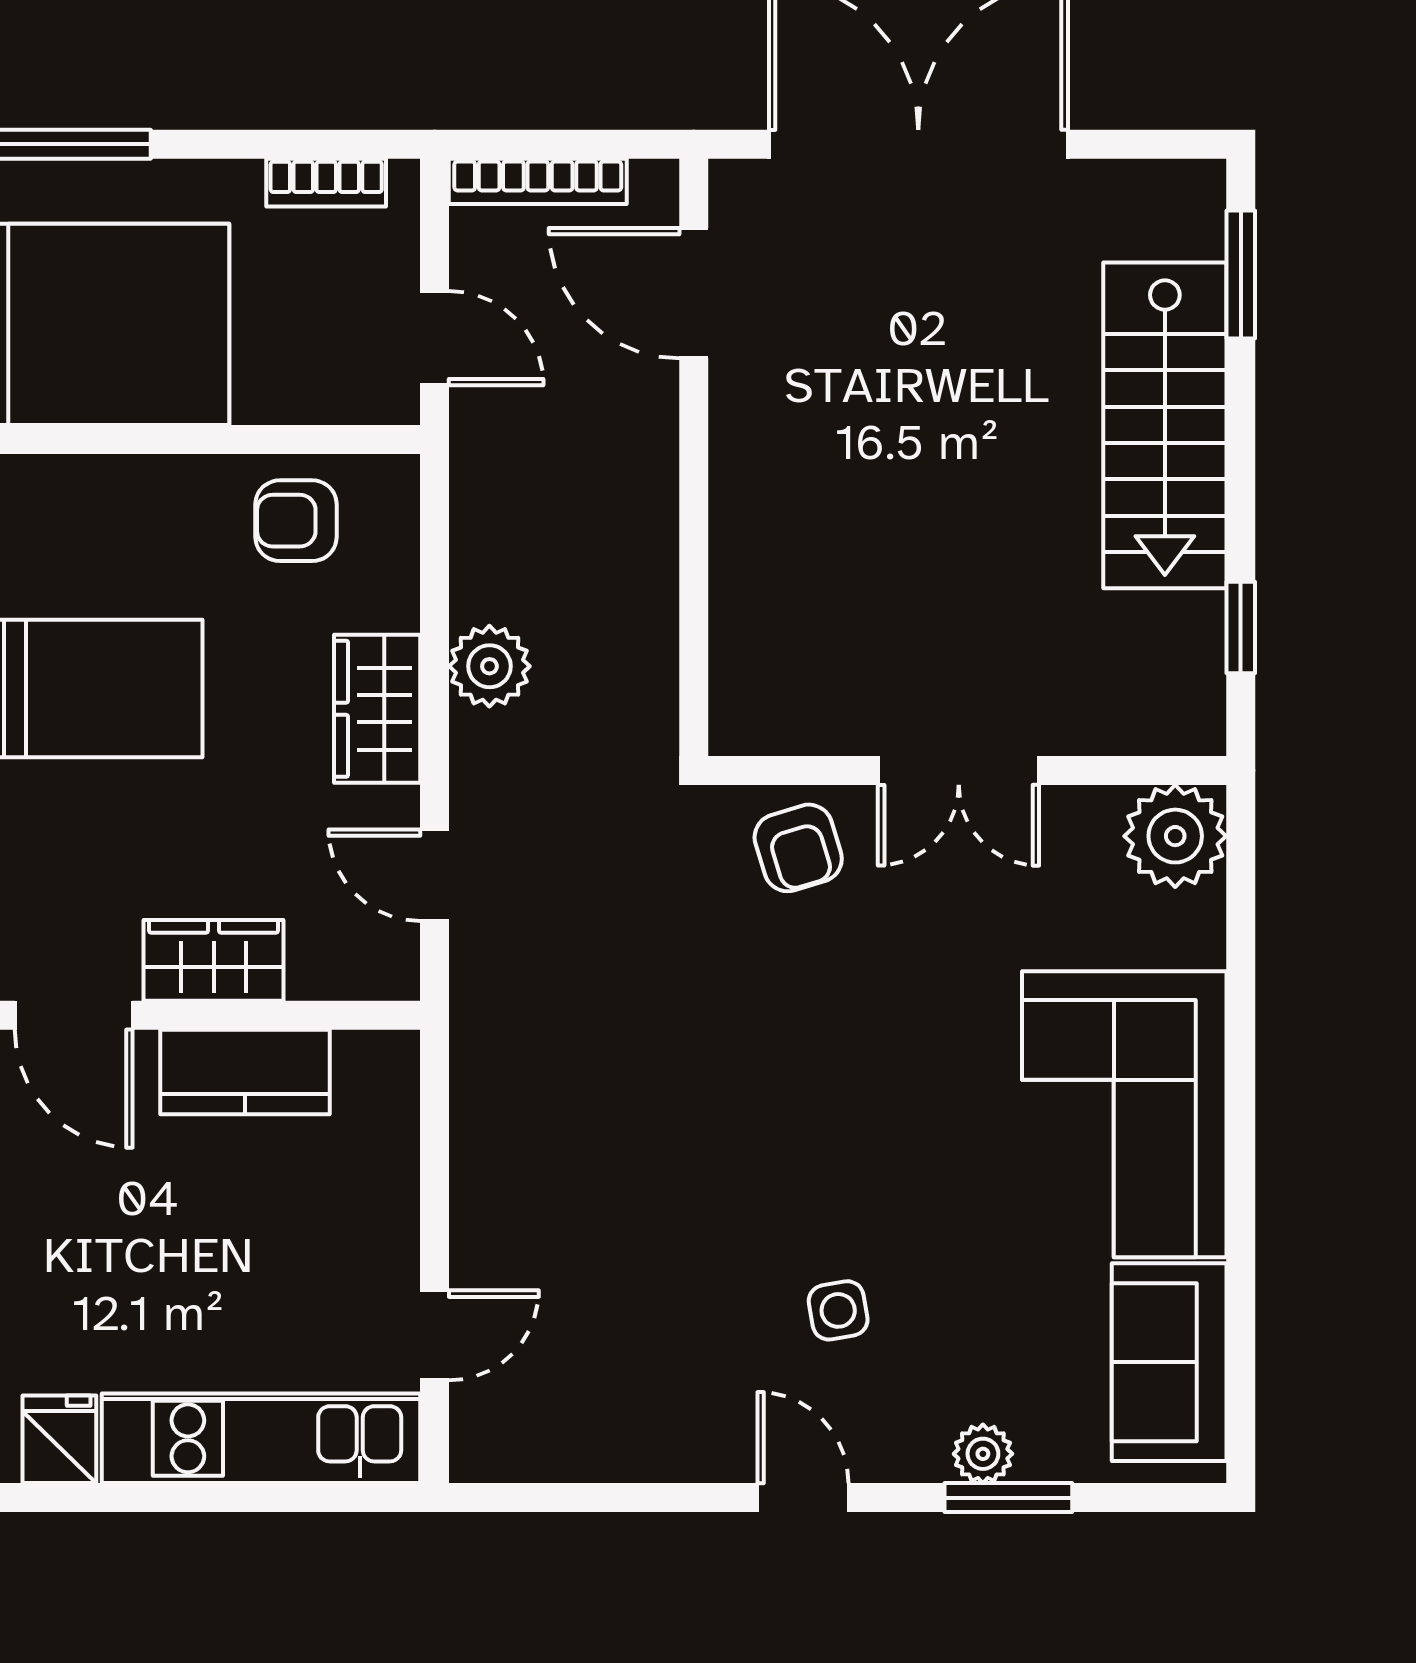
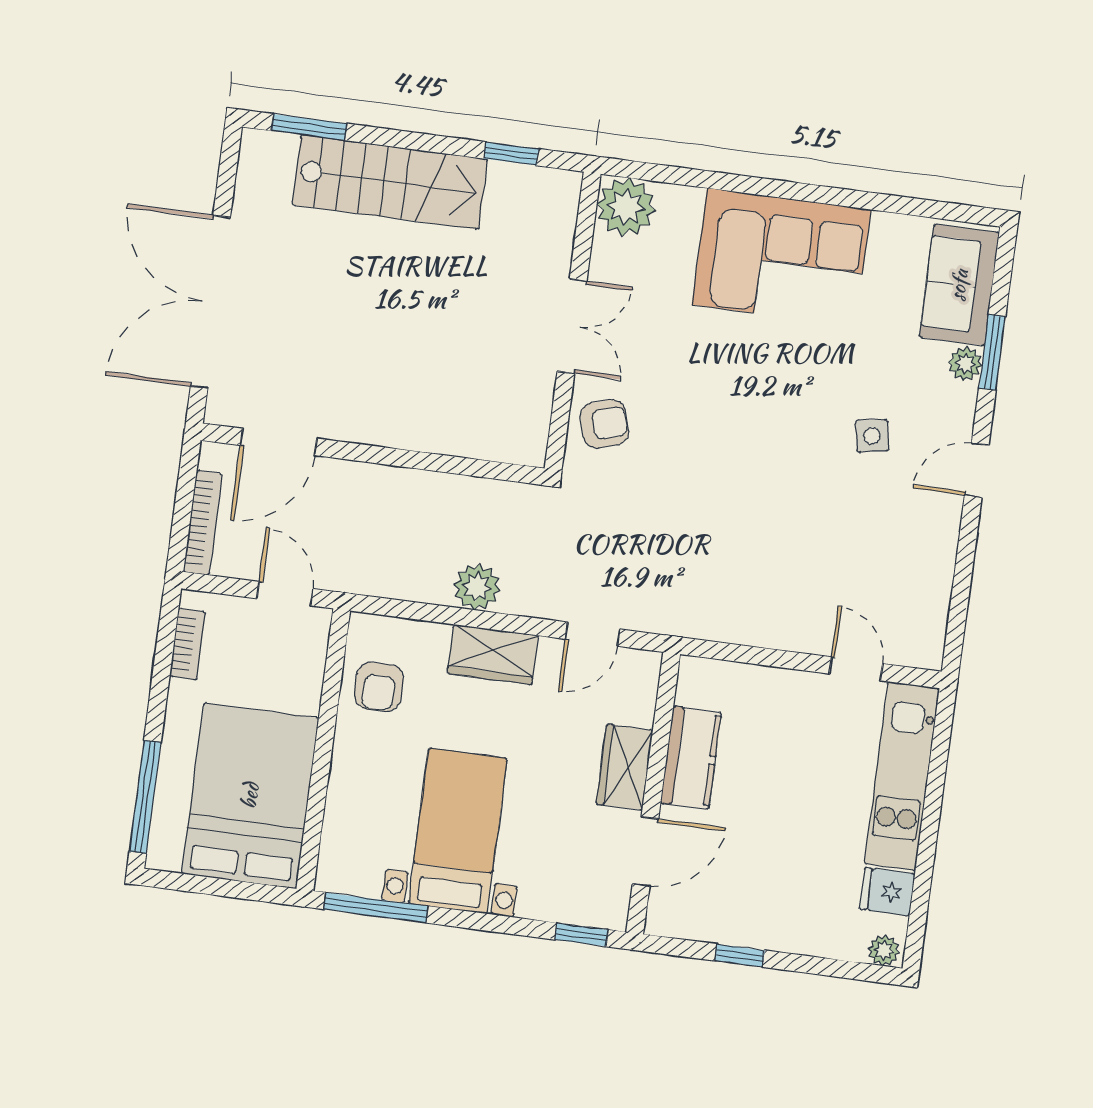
door: (435, 338) -> (285, 594), hinge flipped
sofa: (1169, 1362) -> (959, 285), moved, turned 90

